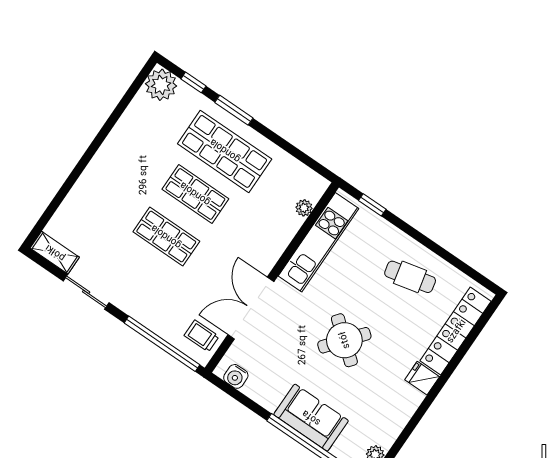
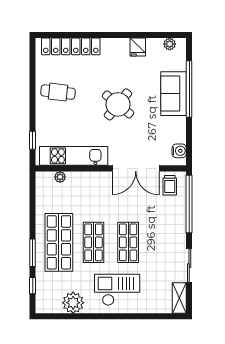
plant: (161, 85) -> (73, 303), moved
checkout: (117, 183) -> (117, 290), added
cafe table: (410, 277) -> (58, 92), turned -70
fridge: (422, 378) -> (138, 47), moved

